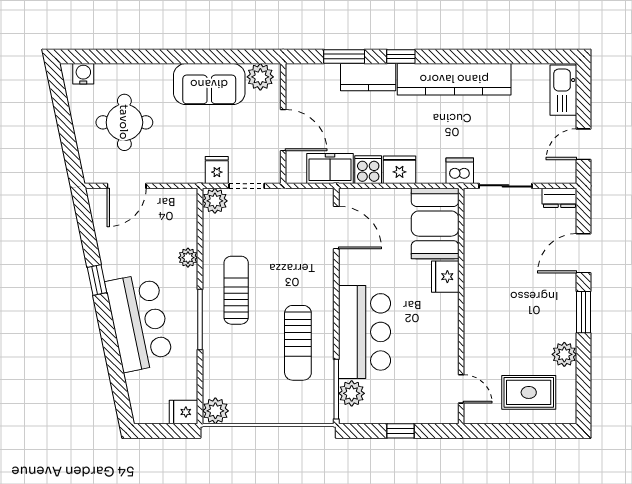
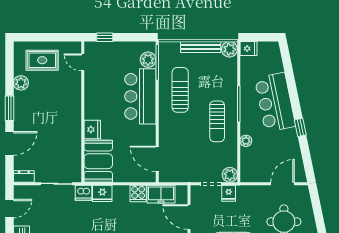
fridge: (399, 170) -> (102, 193), moved
bench: (264, 415) -> (201, 47), added
window: (400, 431) -> (105, 37), moved

